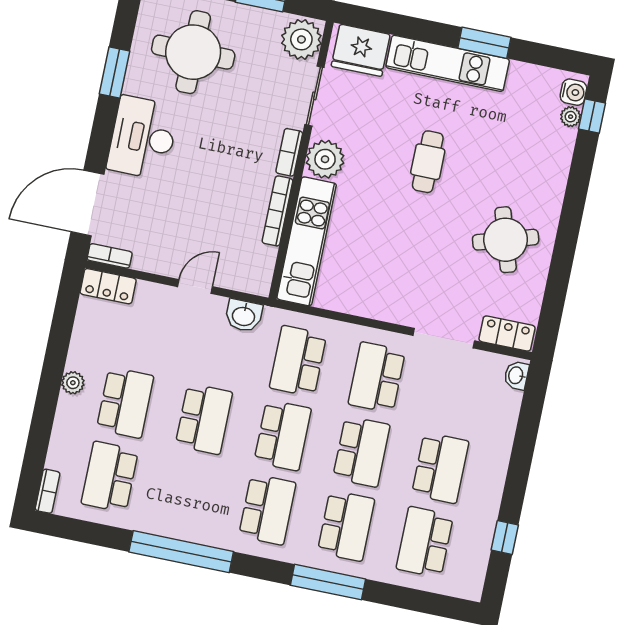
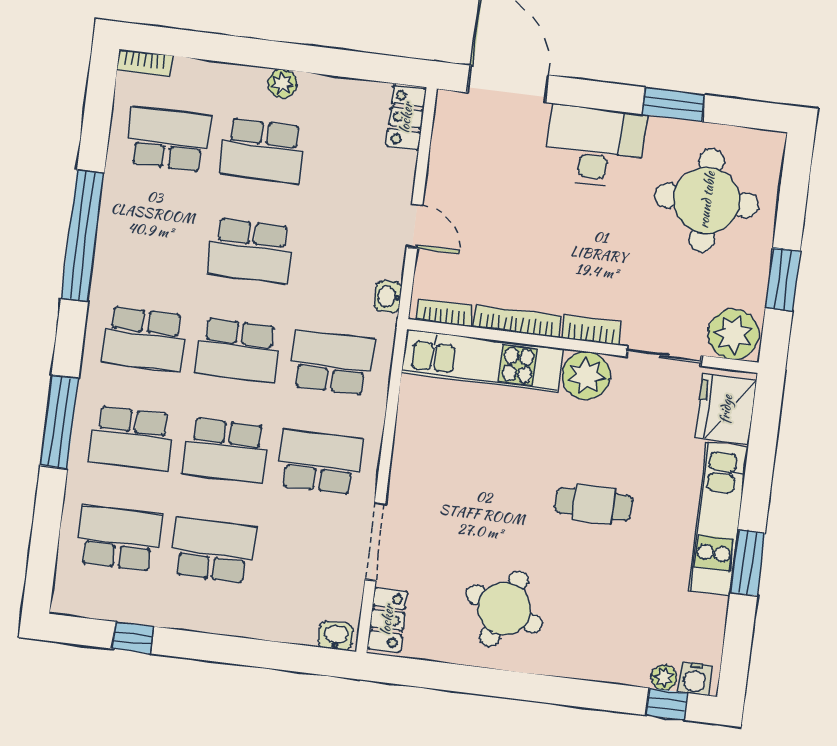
round table: (506, 240) -> (504, 609), turned 37
bookcase: (110, 256) -> (445, 313), moved, turned -90
washbasin: (244, 316) -> (388, 296), width x0.72, depth x0.69
school desk: (440, 468) -> (213, 550), turned 180

